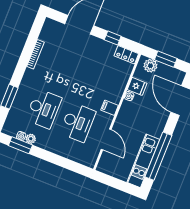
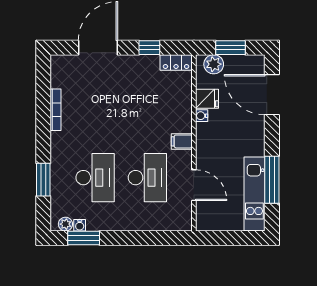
plant: (31, 139) -> (65, 224), moved
window: (158, 156) -> (272, 180), width x0.68

